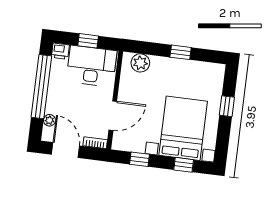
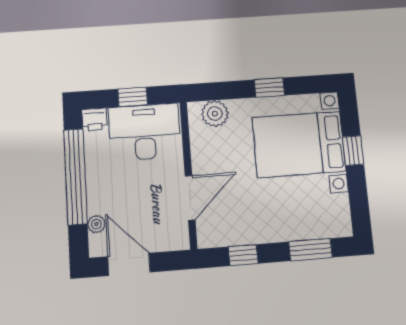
bed with nightstands: (183, 128) -> (299, 144), moved, turned -90
bookcase: (95, 143) -> (172, 244), removed
window: (184, 165) -> (310, 250), width x1.50

